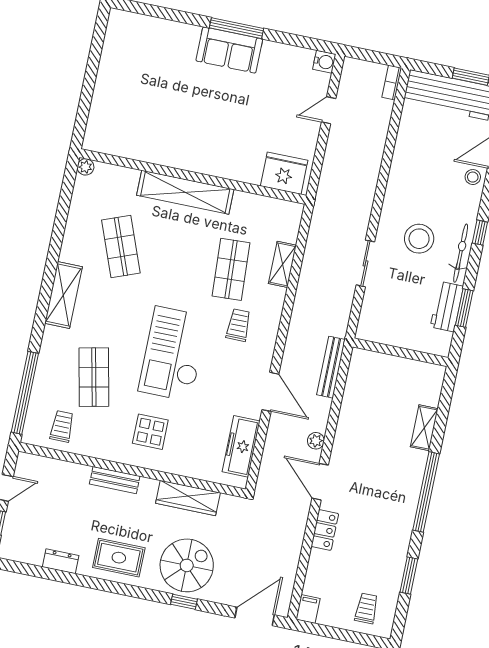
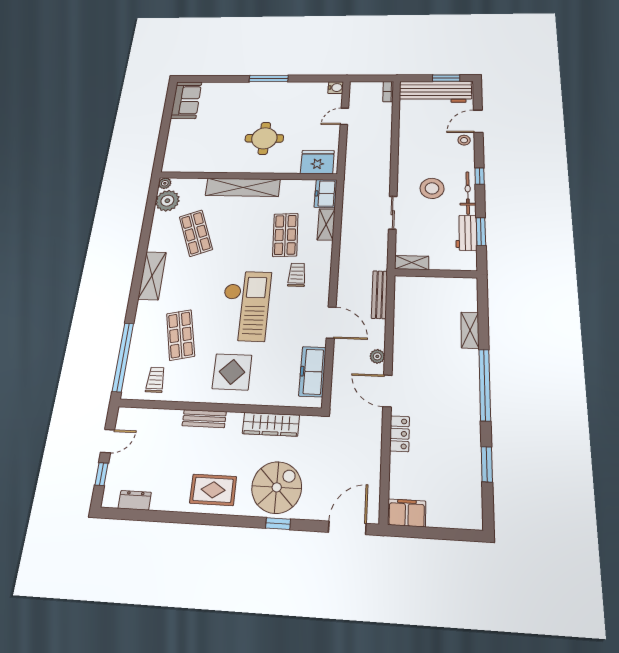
sofa: (229, 50) -> (186, 100), moved, turned -90
round table: (220, 124) -> (264, 138), added
plant: (87, 193) -> (167, 201), added
freezer: (288, 221) -> (326, 193), added
shelving: (376, 334) -> (412, 263), added
checkout: (173, 354) -> (245, 306), turned 180
display table: (150, 432) -> (232, 372), width x1.36, depth x1.36
dresser: (61, 561) -> (135, 500), moved
trolley: (366, 608) -> (453, 503), removed
filing cabinet: (308, 609) -> (407, 513), width x2.00

